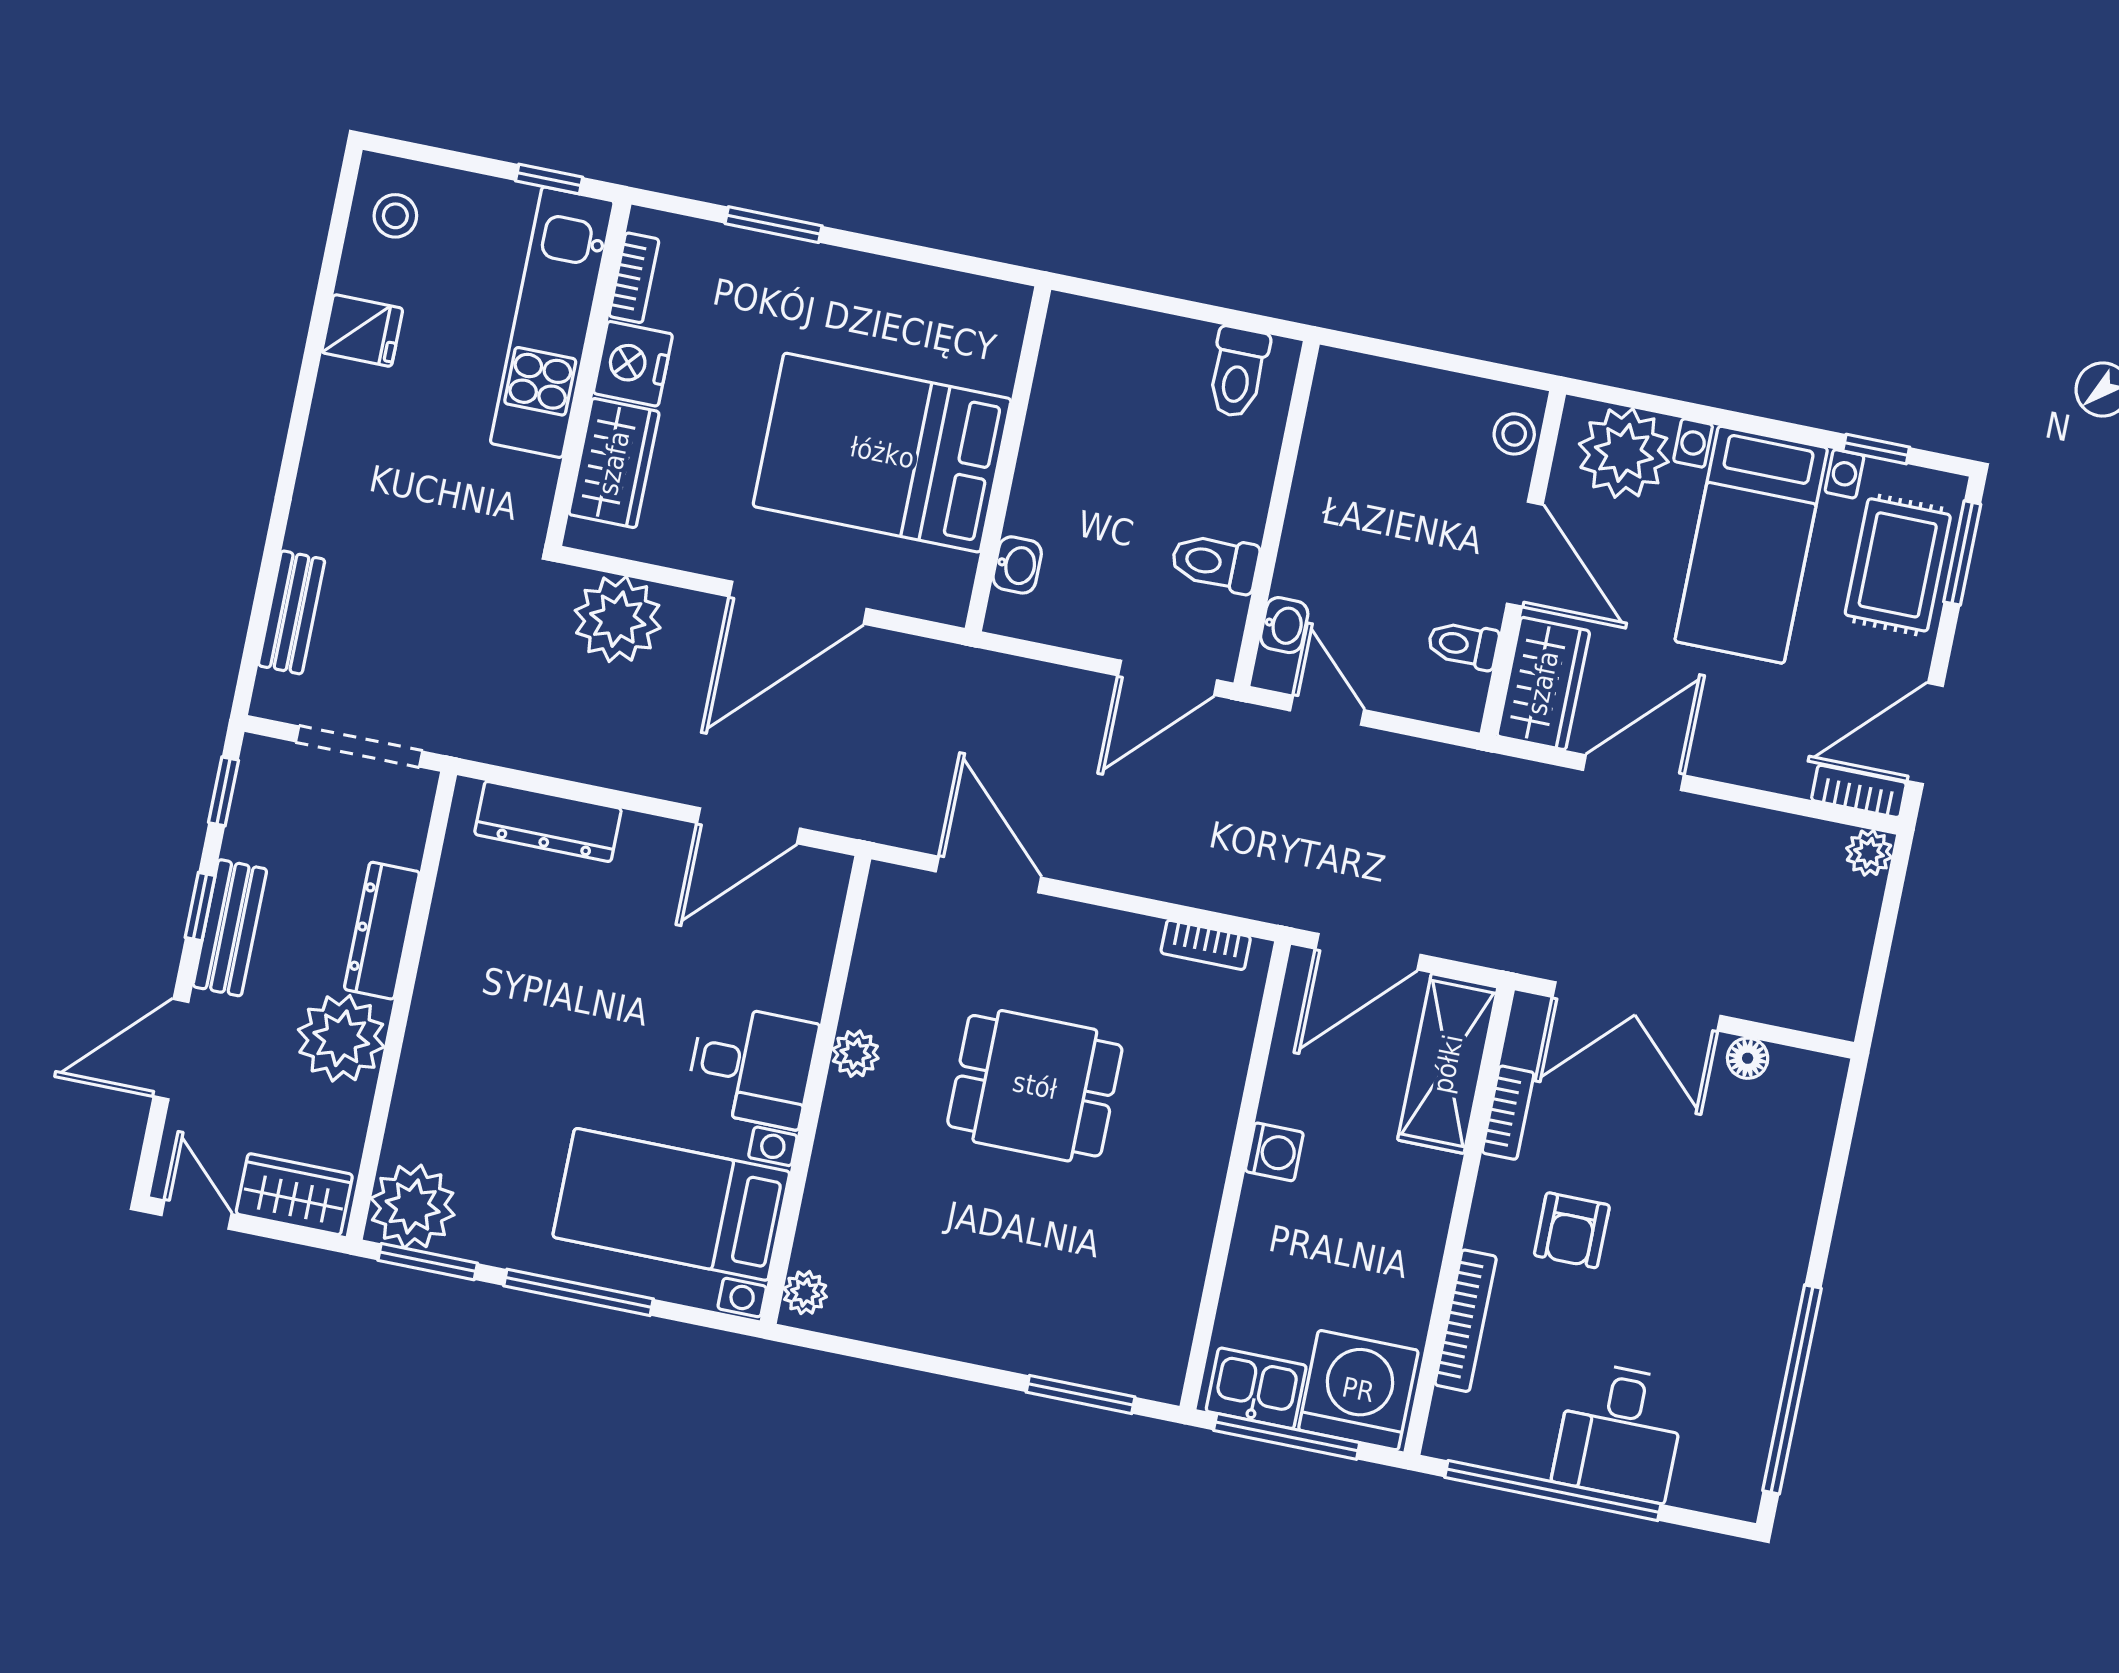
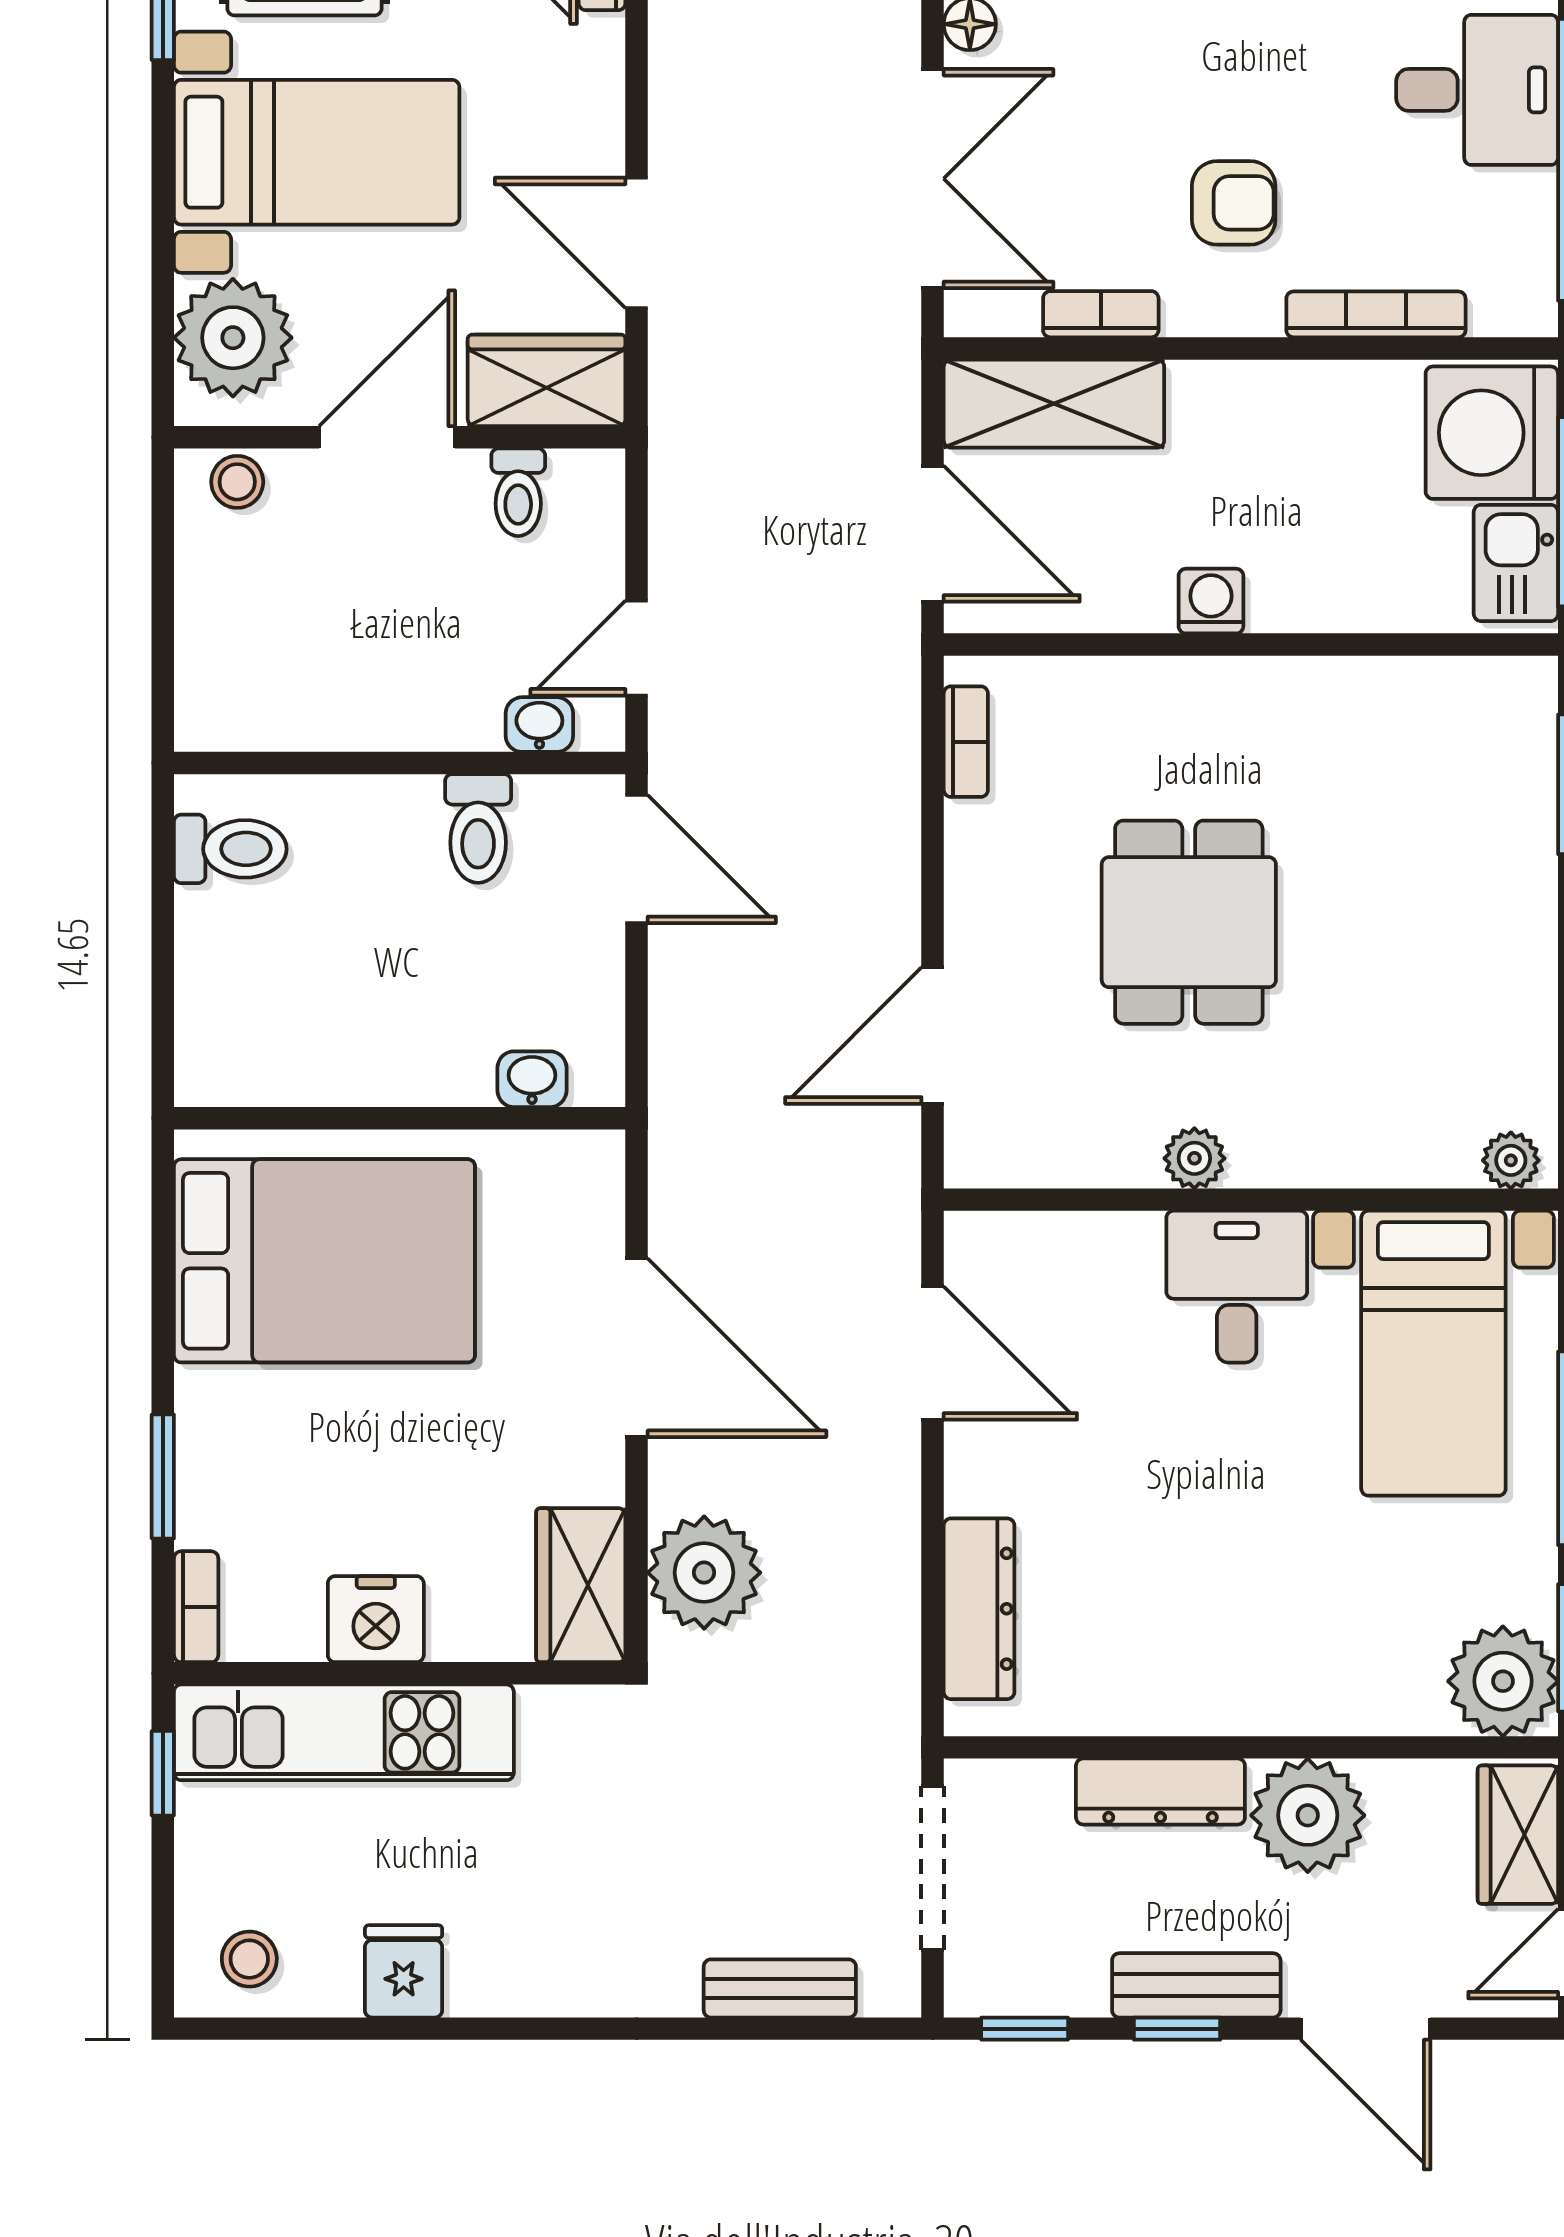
bookcase: (634, 278) -> (196, 1607), moved, turned 90
bed: (882, 453) -> (324, 1261), moved, turned -90
wardrobe: (614, 463) -> (581, 1585), moved, turned -90

